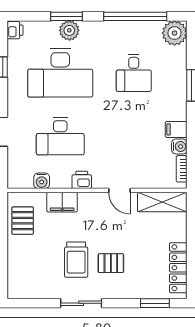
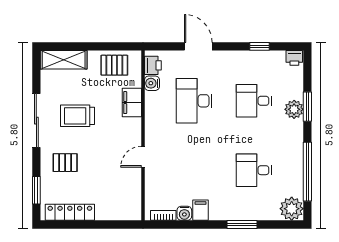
desk: (60, 73) -> (254, 101), width x0.53, depth x0.77
printer: (82, 180) -> (153, 65), moved
shelving: (162, 202) -> (64, 60), moved, turned 90
pallet: (111, 263) -> (65, 163), moved, turned 90
sliding door: (81, 303) -> (36, 121), width x1.37

